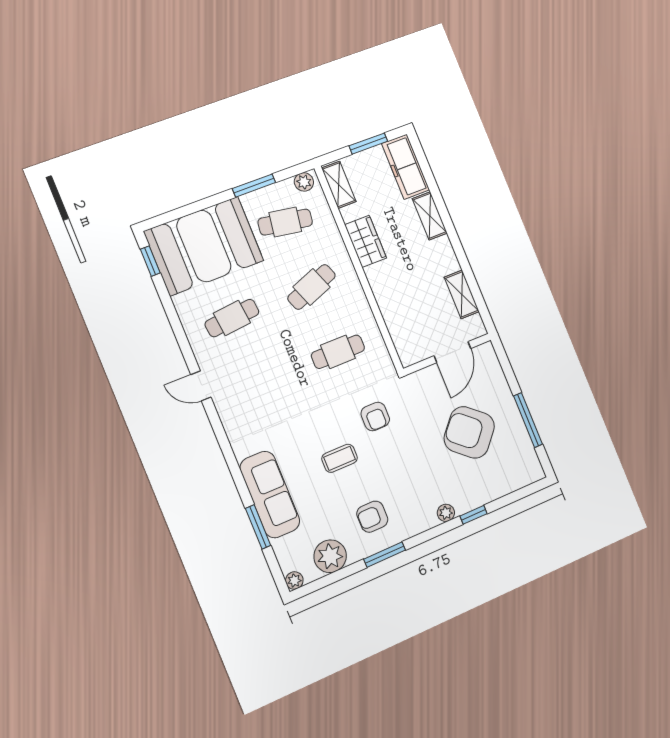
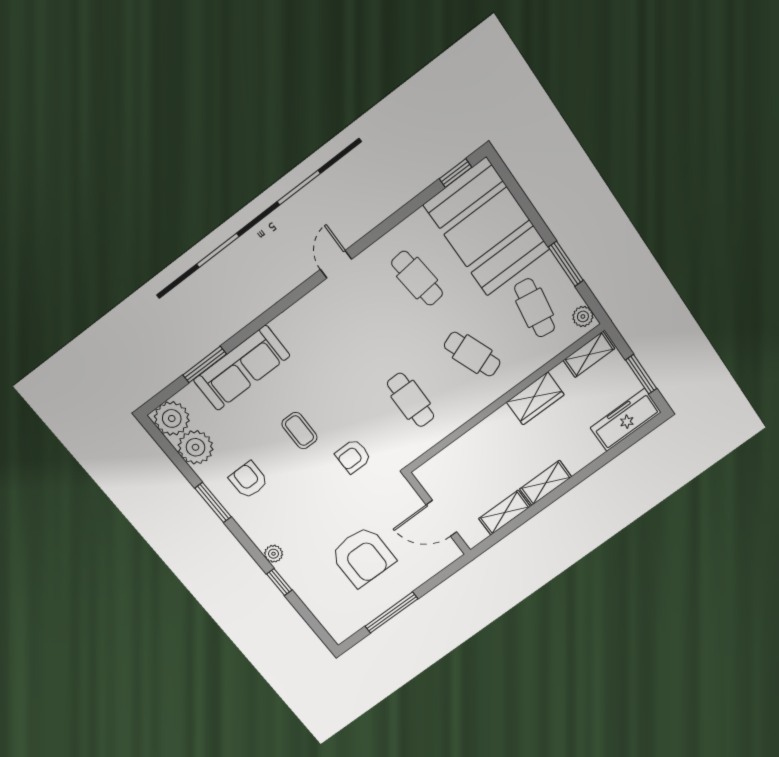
shelving: (430, 216) -> (546, 483), moved
armchair: (469, 432) -> (363, 557), turned 139
plant: (294, 580) -> (172, 418), width x1.87, depth x1.87

